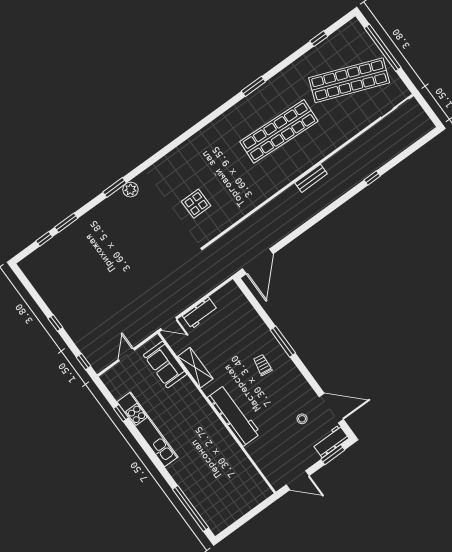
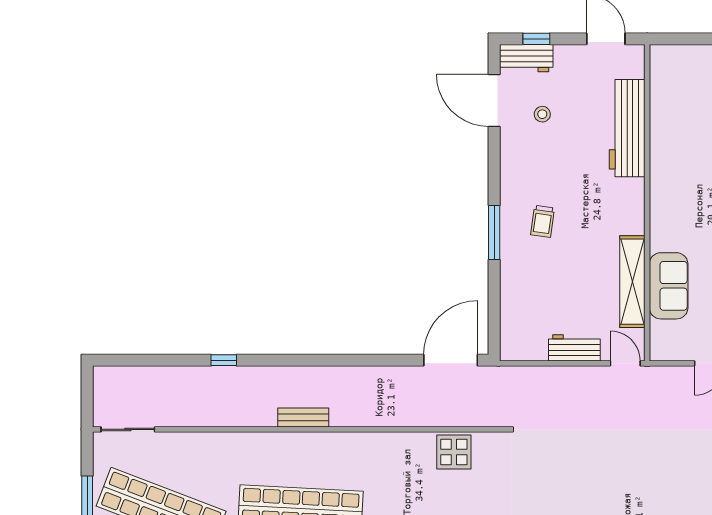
display table: (196, 204) -> (454, 452), moved
sofa: (165, 365) -> (669, 286), moved
shelving: (195, 368) -> (632, 282), width x1.47
workbench: (234, 415) -> (627, 128), moved
window: (333, 455) -> (536, 39), width x0.67

